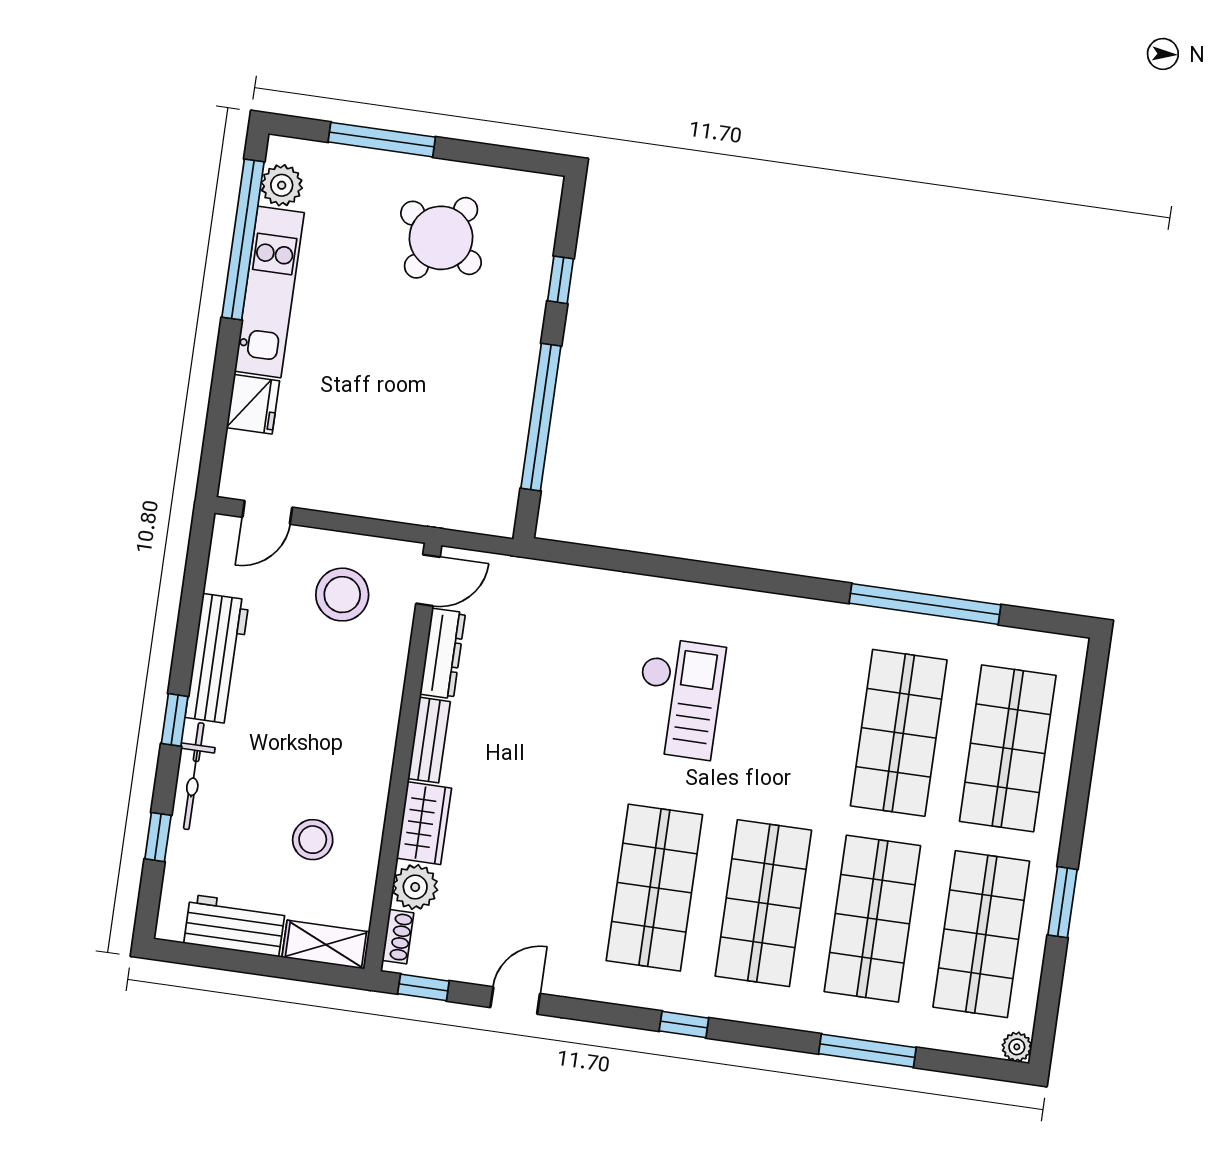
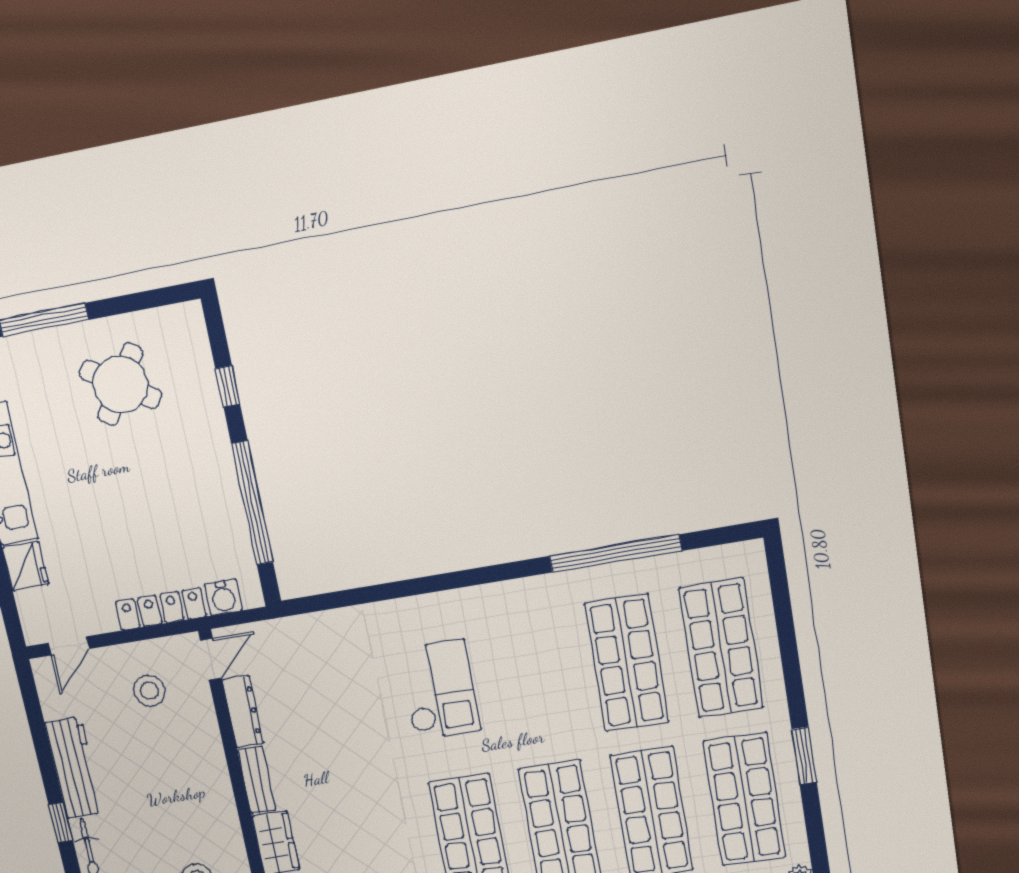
locker: (392, 504) -> (161, 609), added
water cooler: (469, 513) -> (223, 597), added
stool: (342, 595) -> (149, 691), width x0.73, depth x0.73

